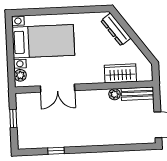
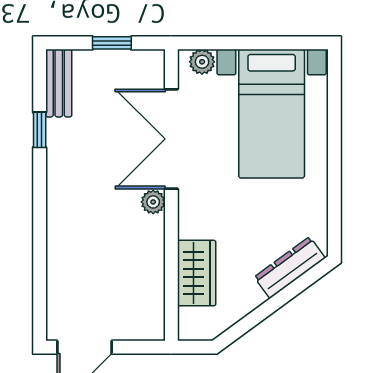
double door: (57, 88) -> (171, 139), width x1.37
plant: (115, 94) -> (153, 202), moved
bench: (137, 94) -> (59, 83), moved

